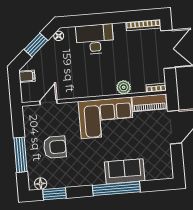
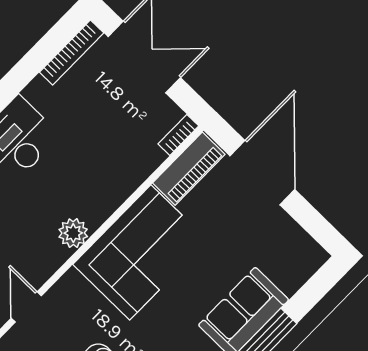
plant: (124, 87) -> (73, 233), moved

